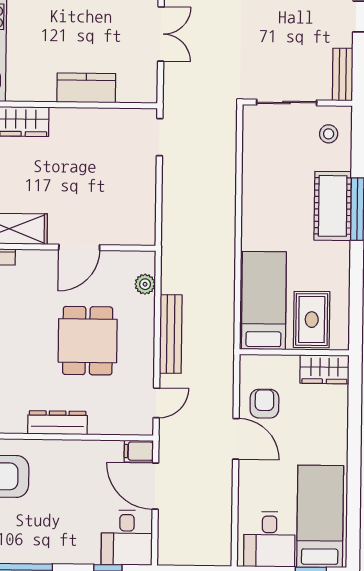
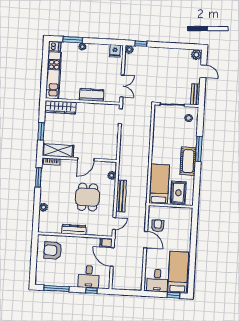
double door: (161, 34) -> (122, 86), moved
cot: (333, 206) -> (188, 161), moved
wardrobe: (325, 369) -> (183, 213), removed
desk: (127, 538) -> (89, 277), moved

